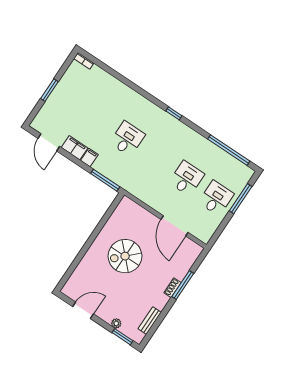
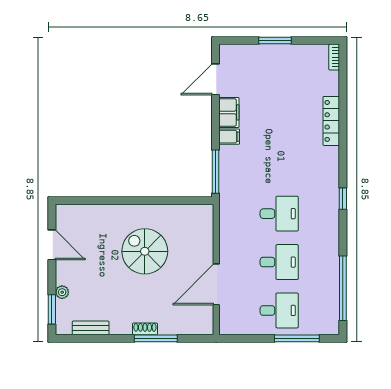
locker: (122, 89) -> (331, 121), added
desk: (127, 139) -> (279, 214), moved

